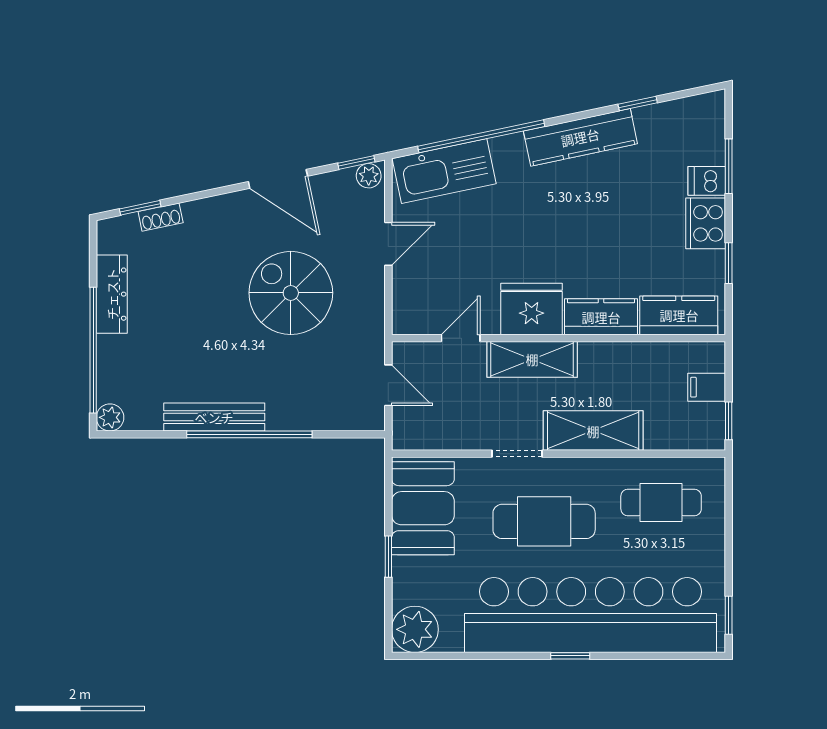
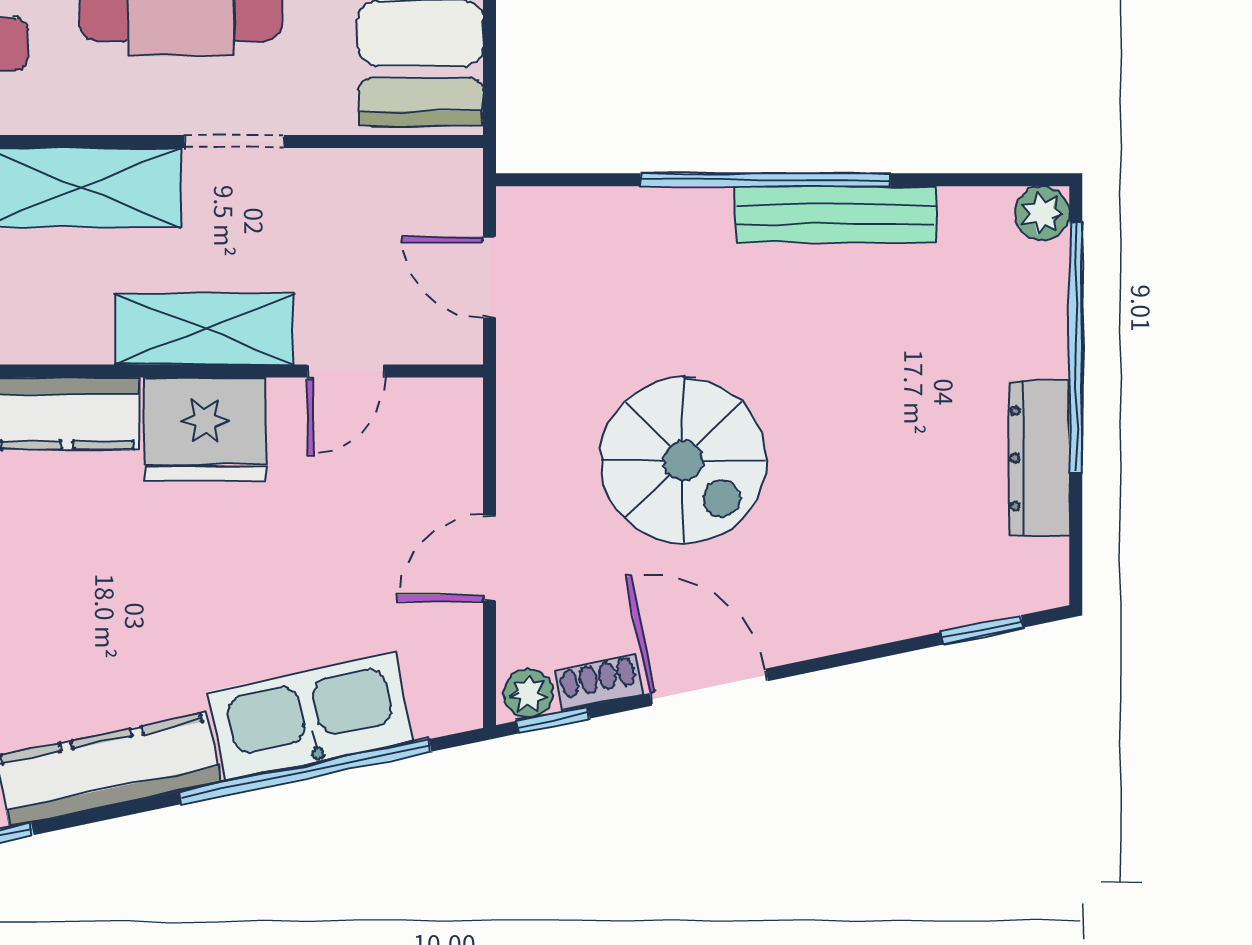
kitchen sink: (444, 171) -> (310, 717), moved
shoe rack: (161, 217) -> (599, 683), moved

